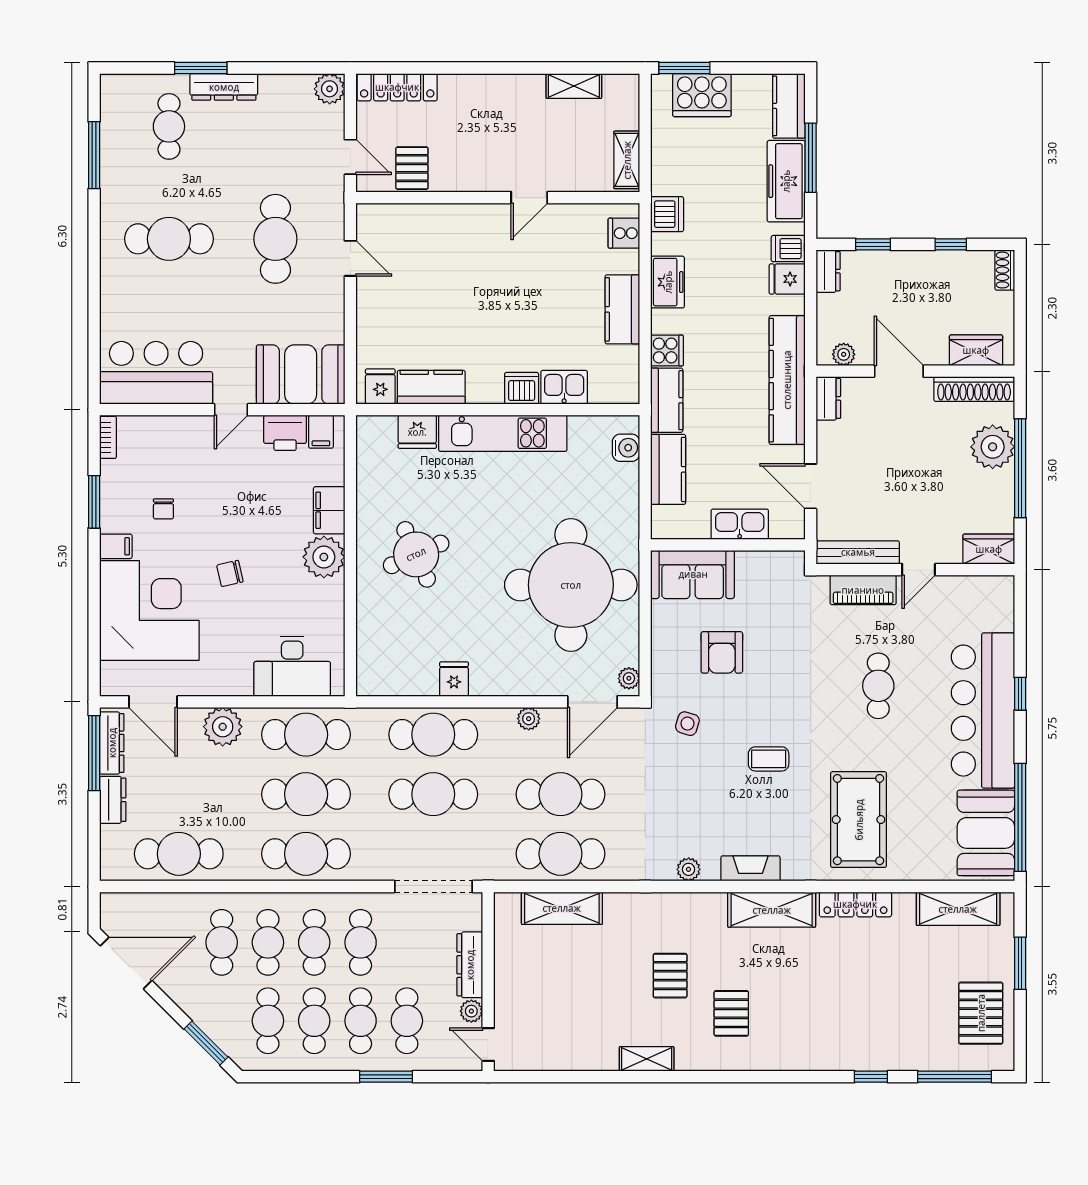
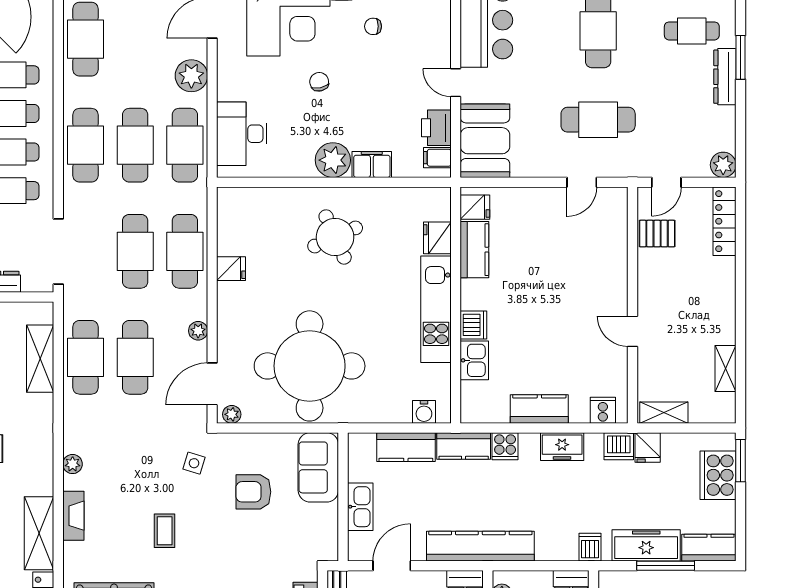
fridge: (787, 279) -> (648, 448), moved, turned 180
door: (592, 702) -> (212, 384), hinge flipped

